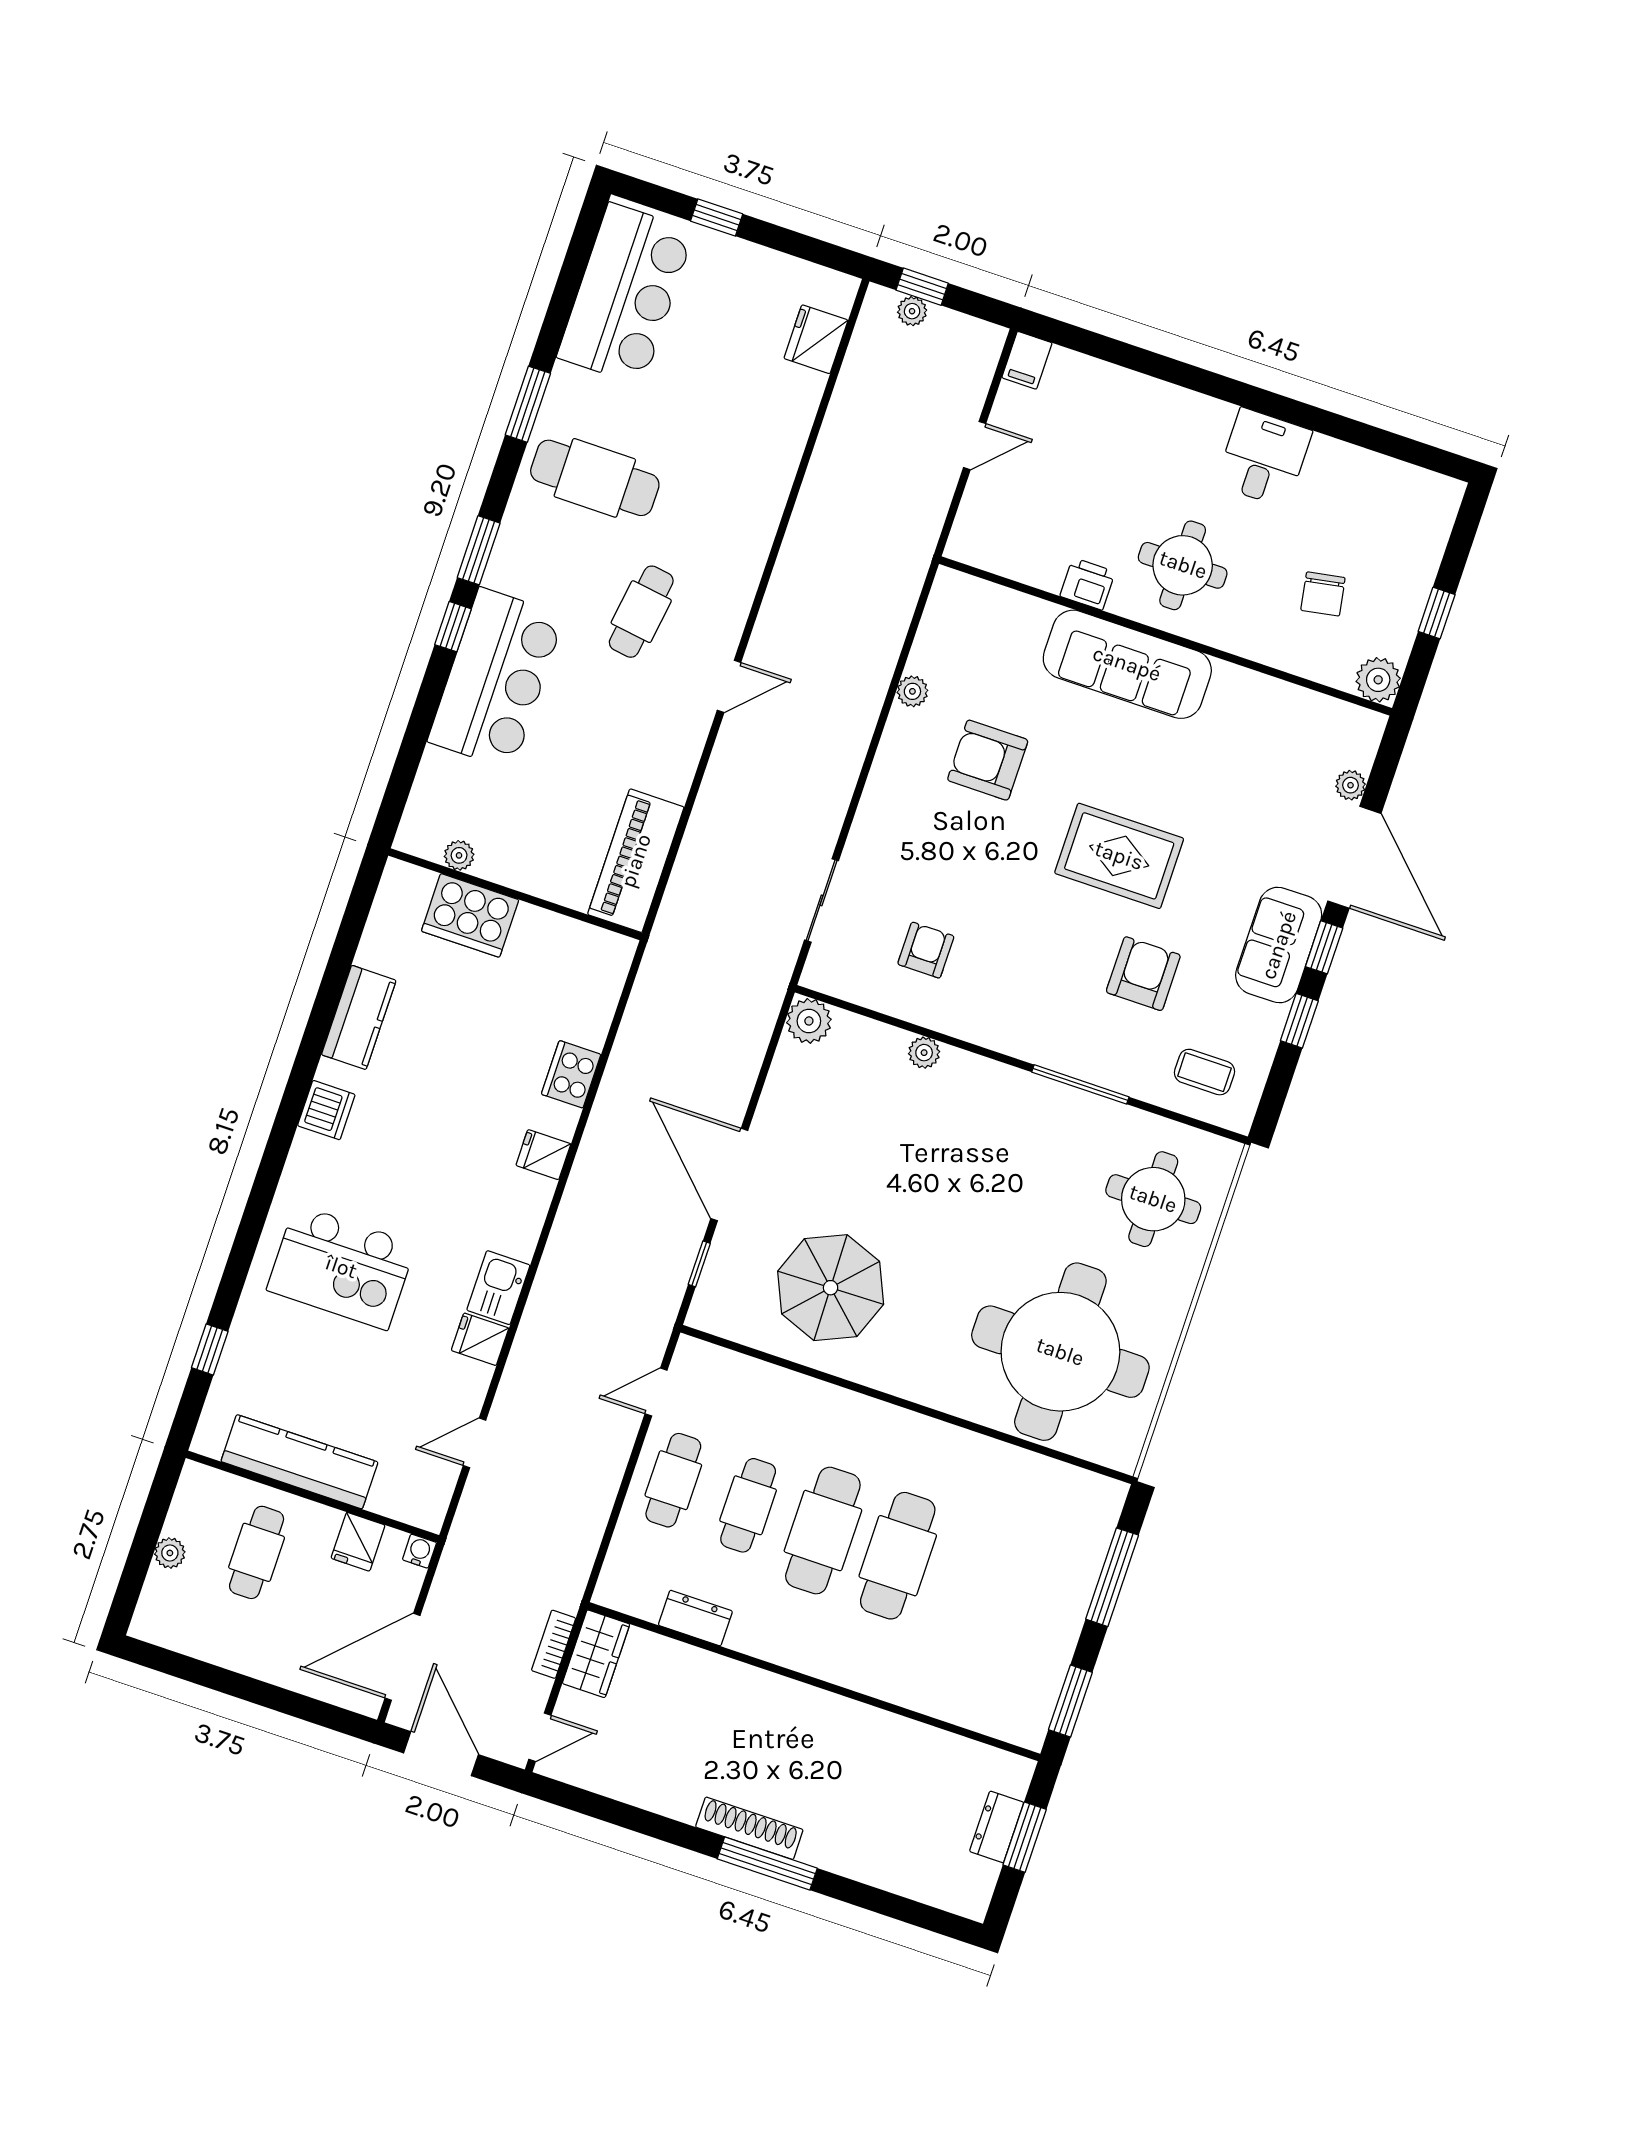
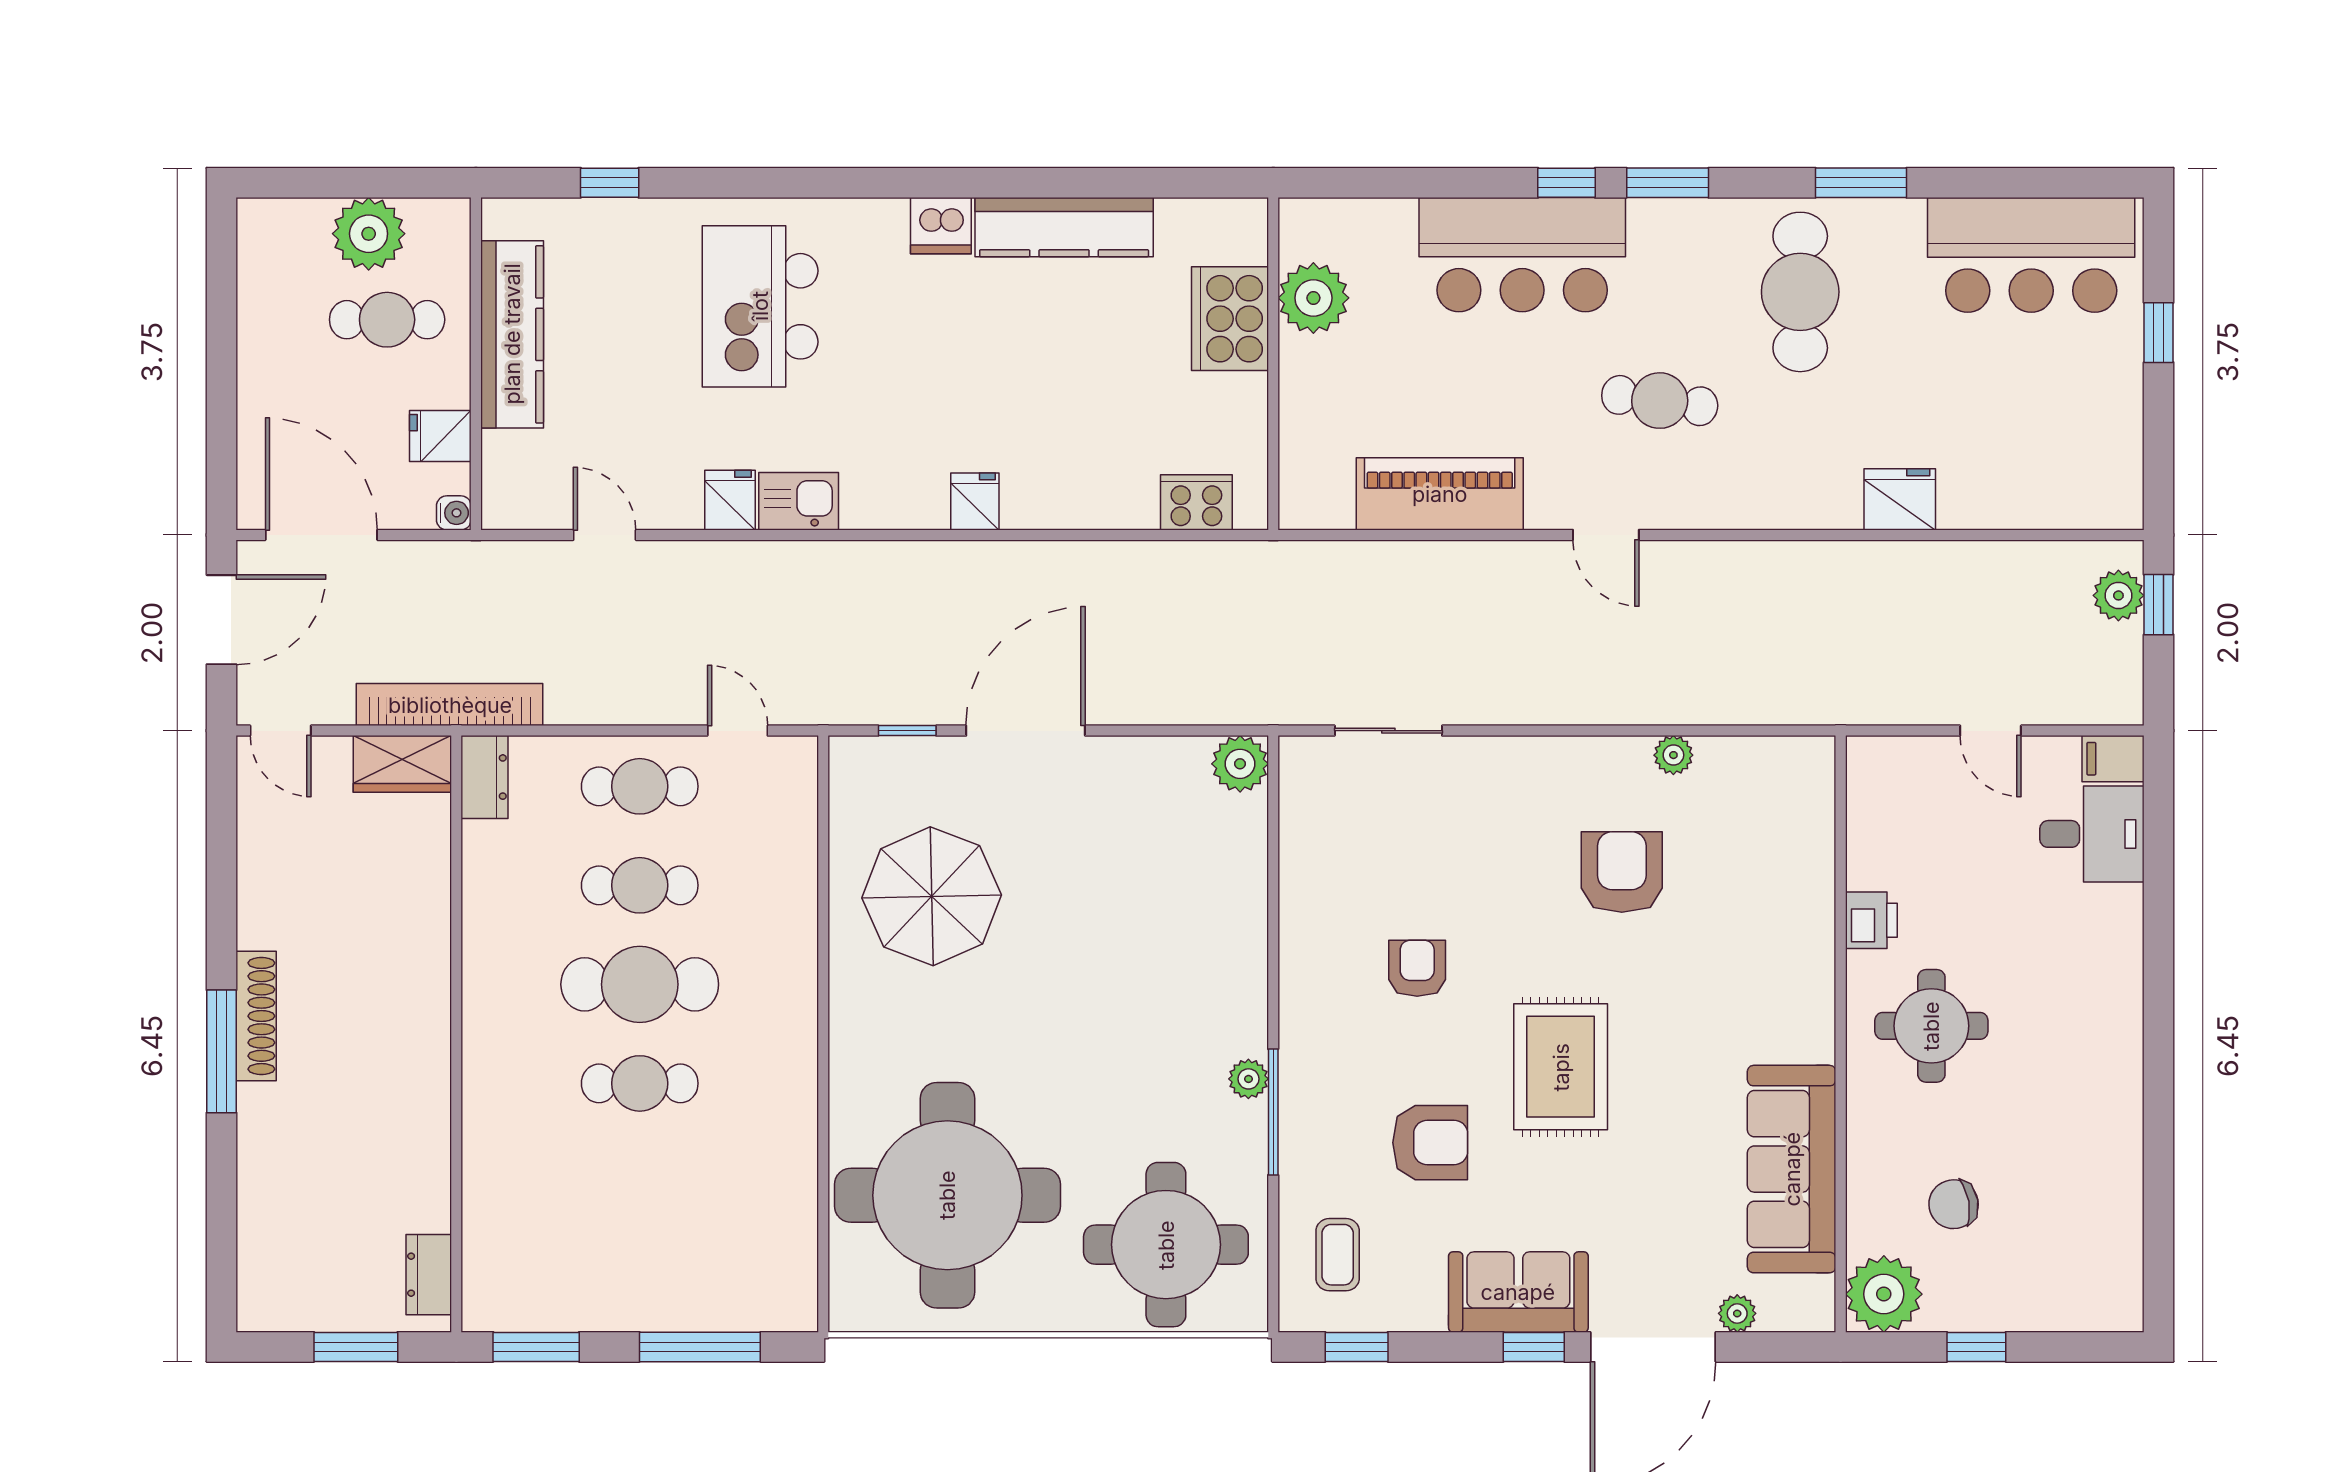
plant: (912, 311) -> (2118, 595), width x1.38, depth x1.38
fridge: (816, 339) -> (1900, 499), moved
desk: (1264, 458) -> (2092, 834), moved
sofa: (1127, 664) -> (1792, 1169), moved
plant: (1378, 680) -> (1884, 1294), width x1.36, depth x1.36
plant: (459, 855) -> (1313, 298), width x1.88, depth x1.88
piano: (636, 861) -> (1440, 494), moved
armchair: (926, 950) -> (1417, 968), moved, turned -90
kitchen counter: (359, 1017) -> (1064, 227), width x1.50
window: (1299, 1021) -> (1357, 1347), moved
plant: (924, 1053) -> (1248, 1079), moved
cooker: (571, 1074) -> (1196, 502), moved
round table: (1153, 1199) -> (1166, 1245), width x1.36, depth x1.36
plant: (170, 1553) -> (369, 234), width x1.88, depth x1.88
cafe table: (898, 1556) -> (640, 1083), width x0.73, depth x0.74
dresser: (695, 1618) -> (485, 777), moved
bookcase: (554, 1644) -> (450, 705), width x2.31, depth x1.31
dresser: (997, 1827) -> (429, 1275), moved, turned -90

